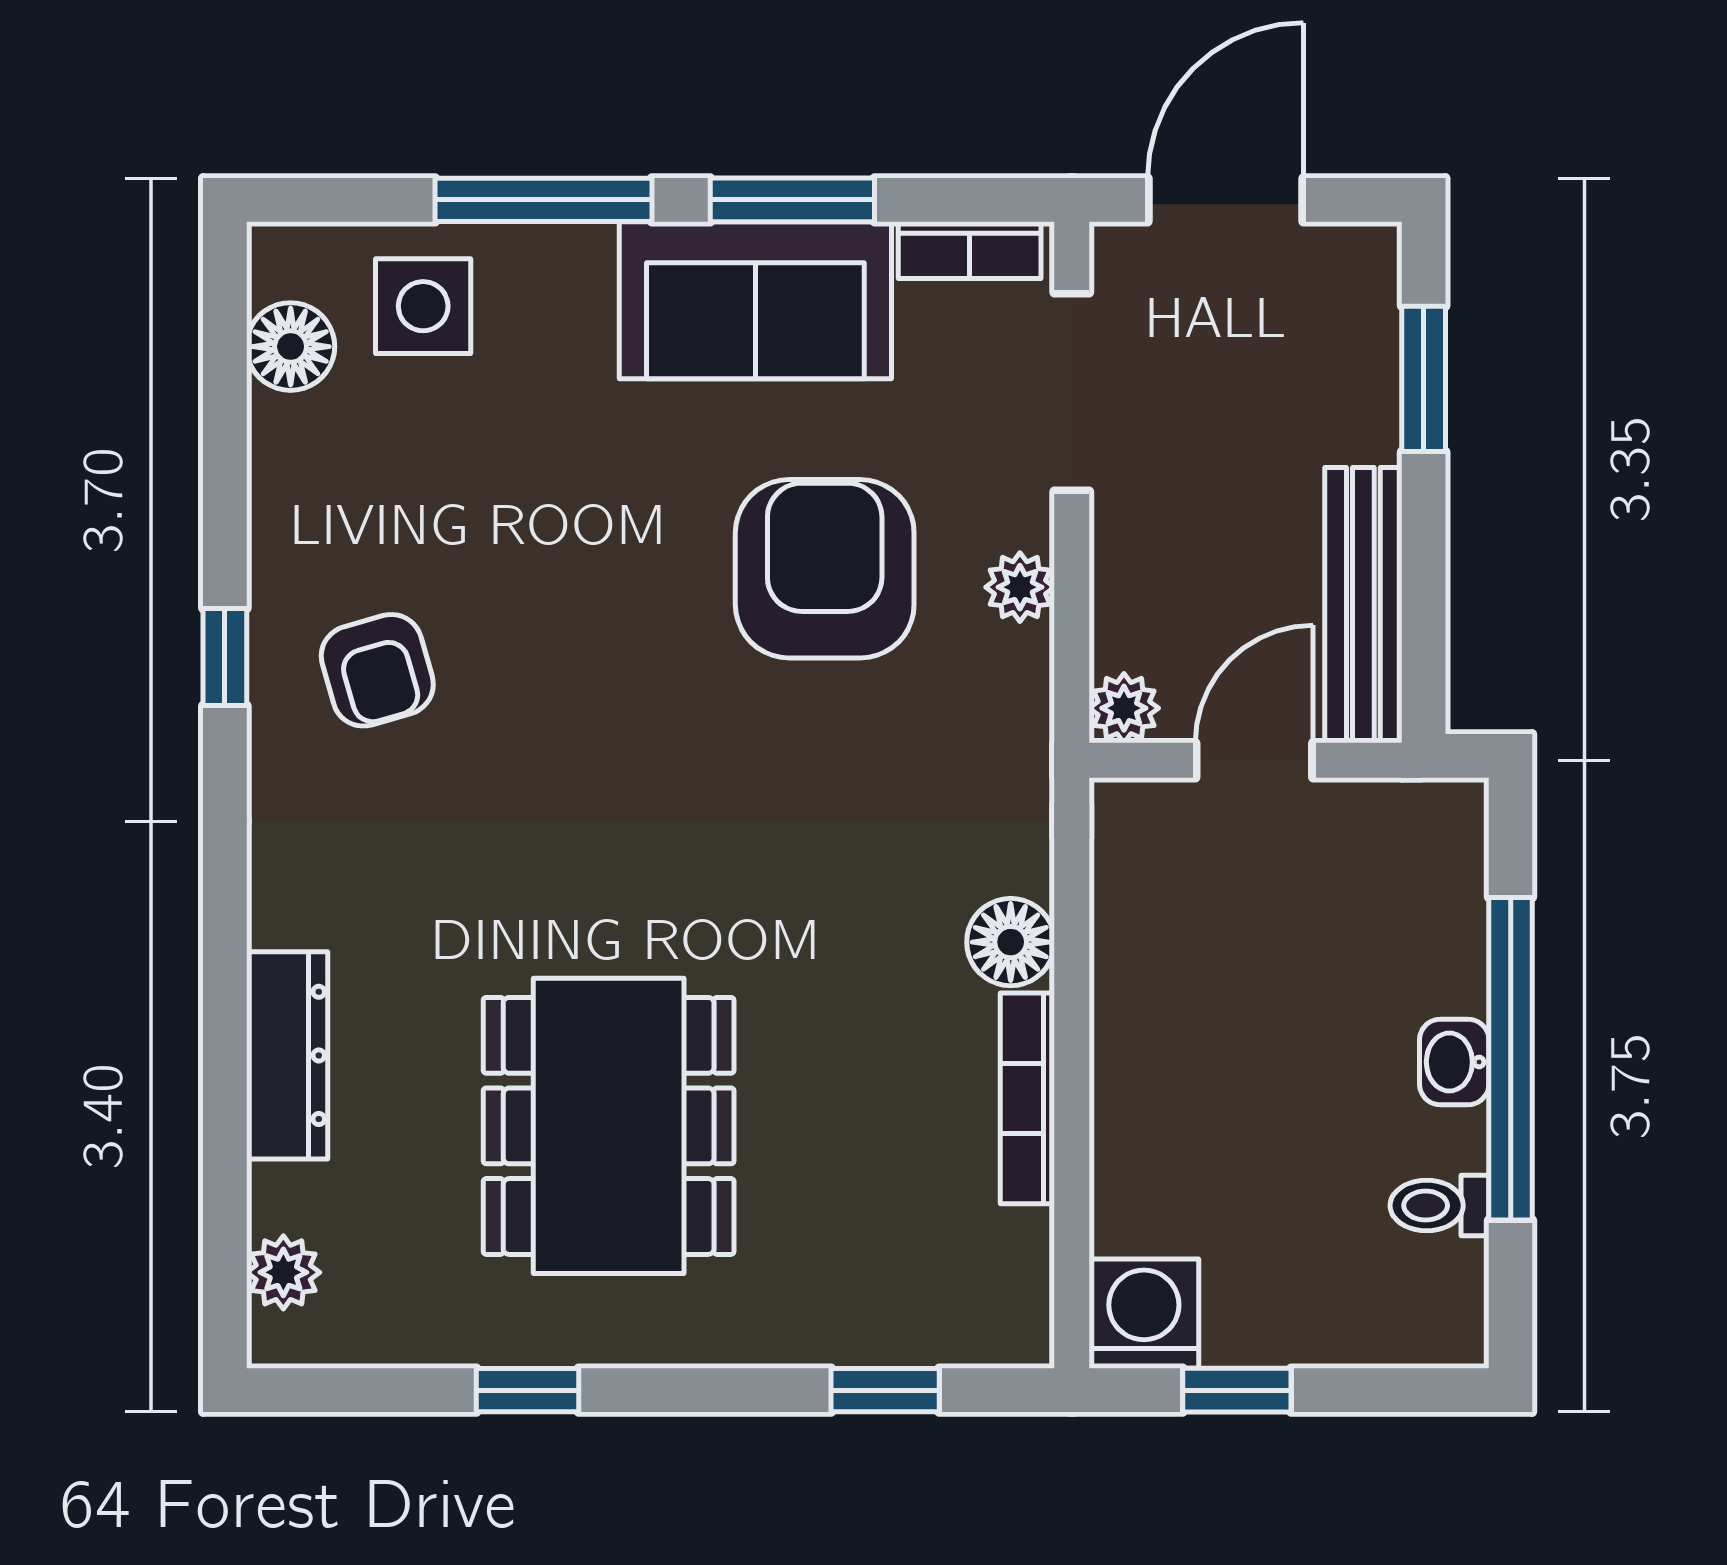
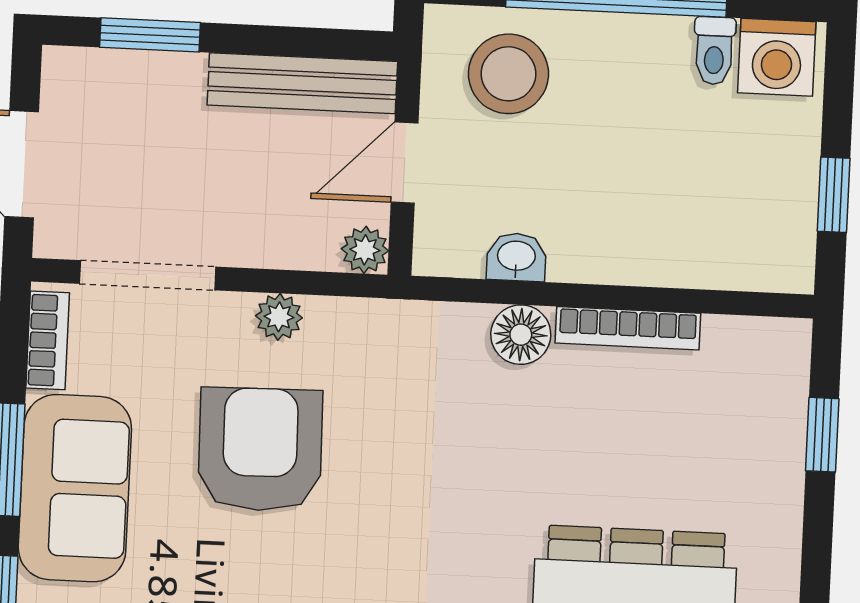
armchair: (825, 569) -> (260, 449), turned 89
door: (1254, 760) -> (405, 163), hinge flipped
stool: (1391, 906) -> (508, 74), added
washbasin: (1454, 1062) -> (516, 257), moved, turned 180
washing machine: (1144, 1314) -> (777, 57), moved, turned -90

